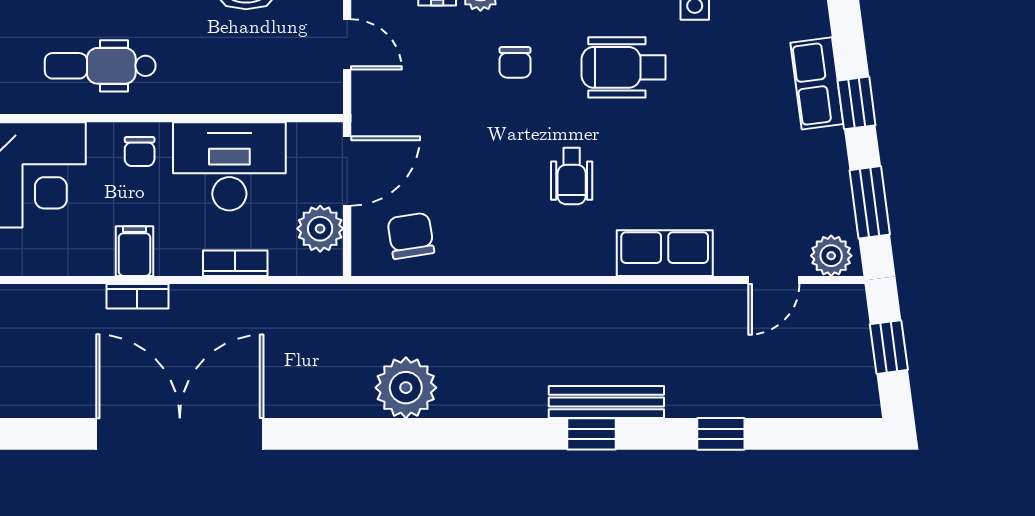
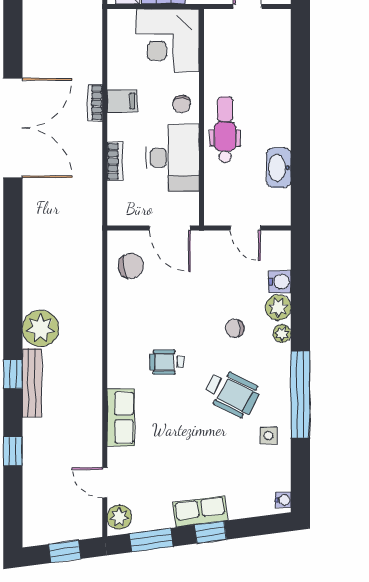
door: (347, 44) -> (245, 228), hinge flipped
dental chair: (100, 66) -> (225, 130), moved
wheelchair: (624, 67) -> (232, 393), turned 117
row of seats: (817, 83) -> (200, 511), moved
chair: (140, 151) -> (182, 104), turned -90
plant: (320, 229) -> (135, 212), removed
plant: (406, 388) -> (40, 328), moved

